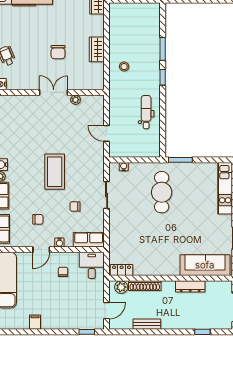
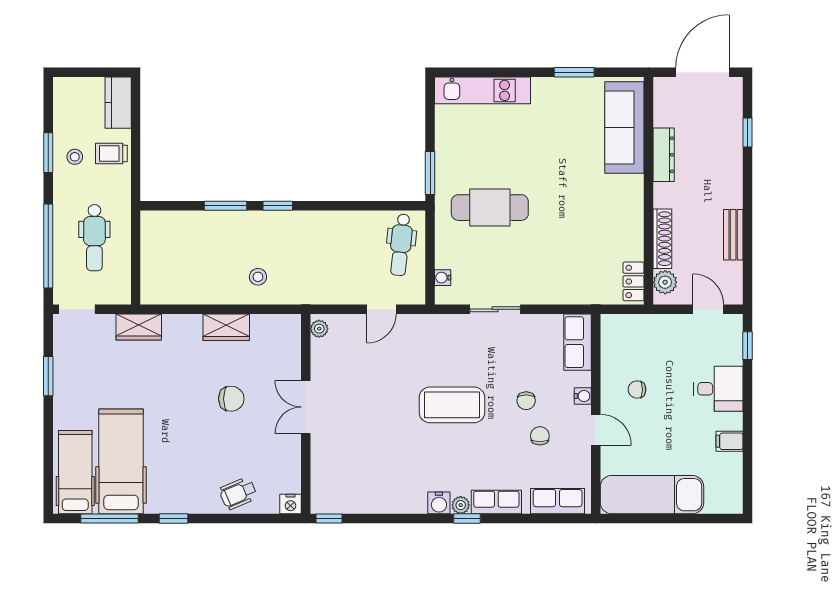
plant: (76, 100) -> (319, 329), moved
dental chair: (146, 112) -> (401, 245), moved, turned -84
chair: (75, 206) -> (526, 401), moved
desk: (92, 265) -> (718, 389), moved, turned 180

